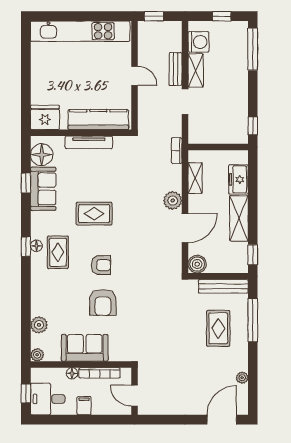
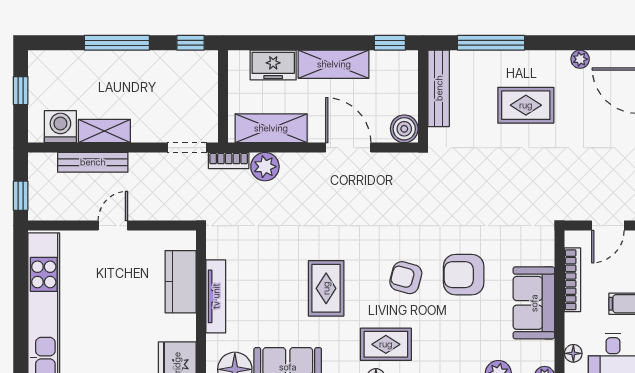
window: (253, 49) -> (117, 43), moved
bench: (175, 69) -> (93, 162), width x1.36
doorway: (185, 102) -> (187, 148), moved
kitchen counter: (98, 120) -> (181, 282), width x0.67
shelving: (195, 178) -> (271, 128), width x1.50, depth x1.33
plant: (173, 200) -> (265, 167), moved
armchair: (101, 265) -> (406, 278), turned -75
armchair: (103, 302) -> (464, 275), turned 180
rug: (218, 328) -> (526, 105), moved
floor lamp: (72, 373) -> (573, 353), moved

